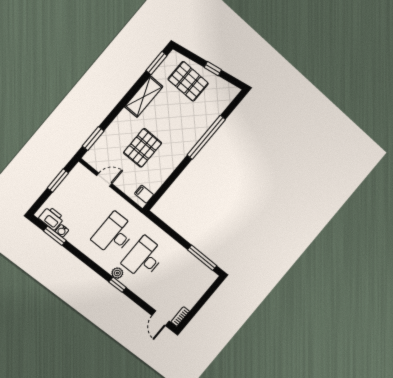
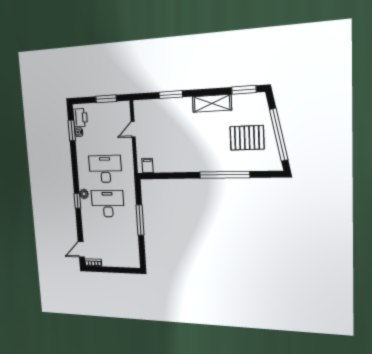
window: (213, 69) -> (279, 135), width x3.17
pallet: (188, 81) -> (247, 138), moved, turned 90
window: (93, 139) -> (171, 95), moved
pallet: (143, 148) -> (177, 136), removed
door: (104, 180) -> (133, 129), swing flipped
window: (202, 258) -> (140, 220), moved

